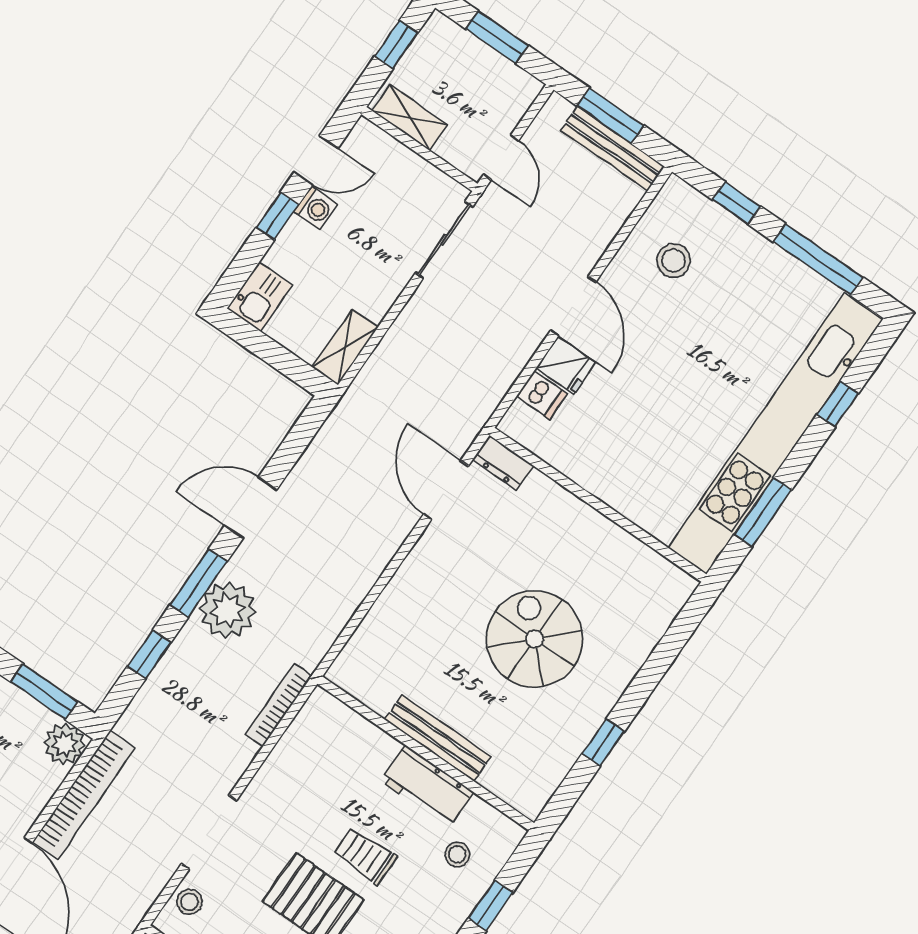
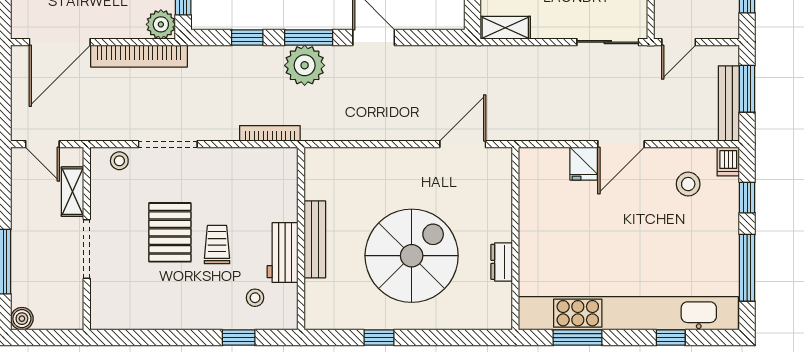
dishwasher: (542, 395) -> (728, 162), moved
dresser: (503, 463) -> (502, 262), moved
spiral stairs: (535, 639) -> (412, 256), width x1.37, depth x1.37

